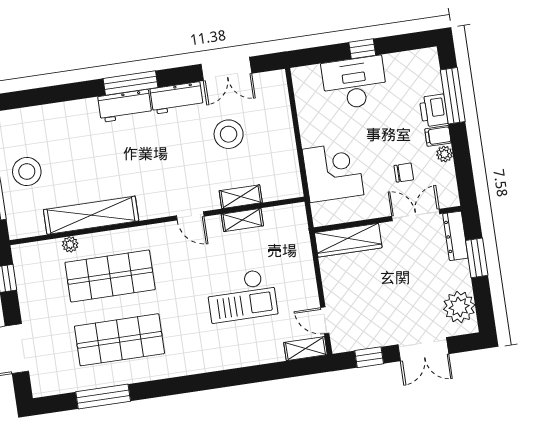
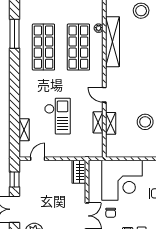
corner desk: (333, 172) -> (122, 180), width x1.36, depth x1.36
door: (190, 216) -> (104, 95), hinge flipped
wardrobe: (348, 240) -> (79, 172), width x0.67
checkout: (242, 296) -> (57, 116), turned 180
shelving: (306, 349) -> (24, 130), moved

